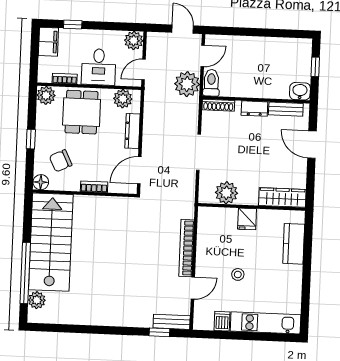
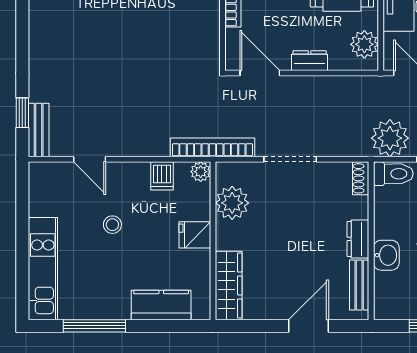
washbasin: (300, 91) -> (386, 255), moved
shoe rack: (218, 105) -> (361, 178), width x0.70
dresser: (132, 131) -> (310, 61), width x0.70
plant: (204, 213) -> (201, 172), added
bookcase: (186, 248) -> (212, 147), moved
window: (306, 290) -> (94, 326), added
dishwasher: (222, 321) -> (162, 176), moved, turned 90

